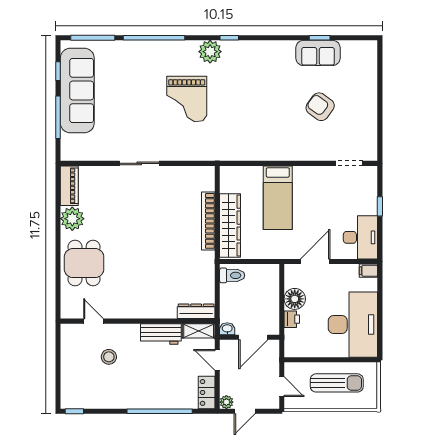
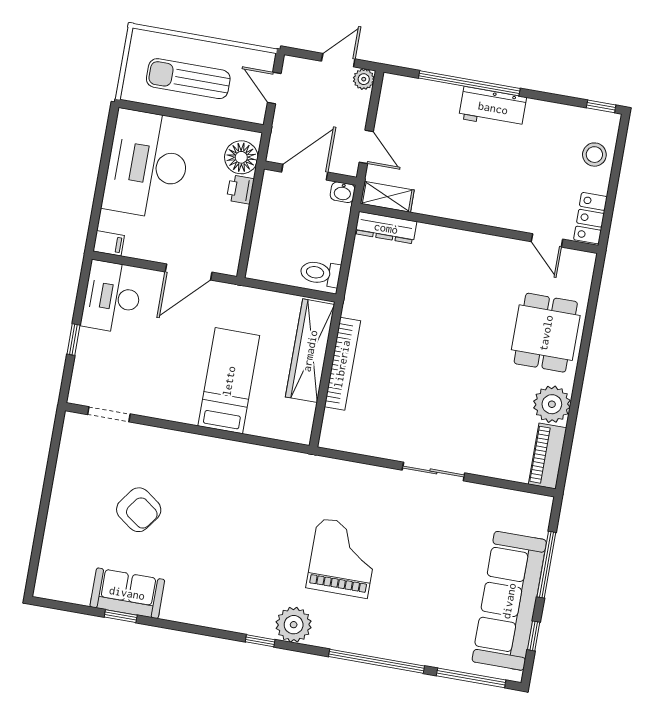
floor lamp: (295, 299) -> (241, 157), moved
workbench: (161, 334) -> (493, 108), moved, turned 180
stool: (109, 357) -> (594, 155), moved
locker: (207, 392) -> (590, 218), moved, turned 180

